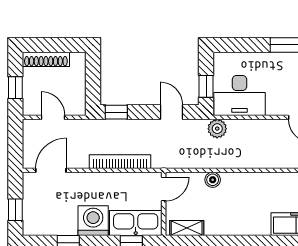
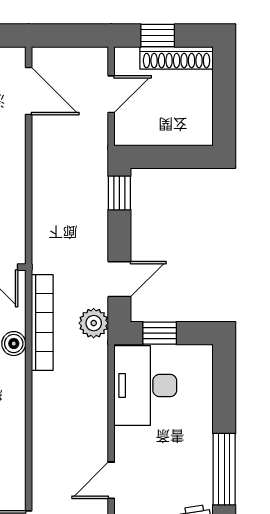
shoe rack: (46, 59) -> (177, 58), moved, turned -90
plant: (217, 129) -> (94, 323), moved
bookcase: (120, 162) -> (42, 323), moved

